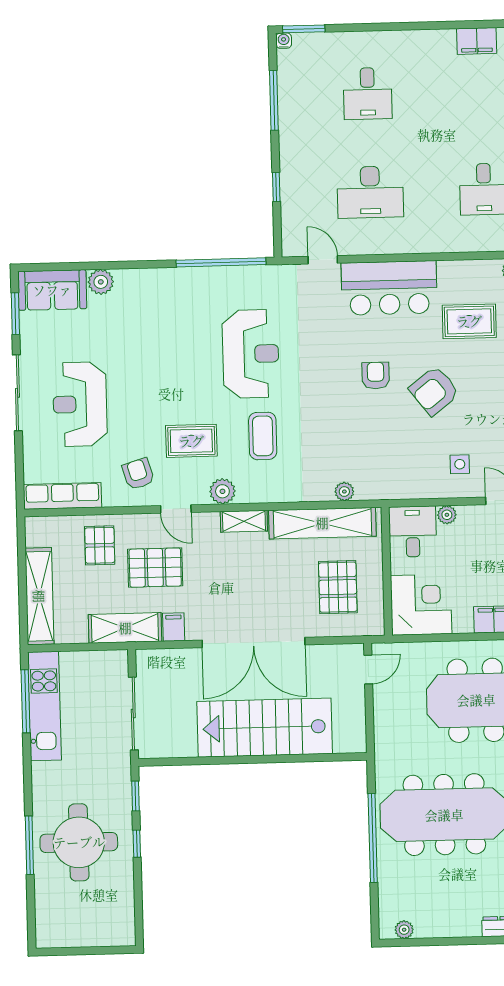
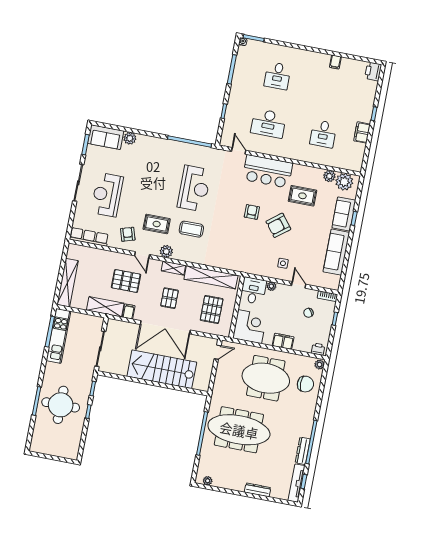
filing cabinet: (477, 41) -> (335, 62), width x0.50
coffee table: (263, 436) -> (191, 229), turned 90
plant: (344, 492) -> (225, 264), removed
pallet: (100, 545) -> (169, 298), moved

